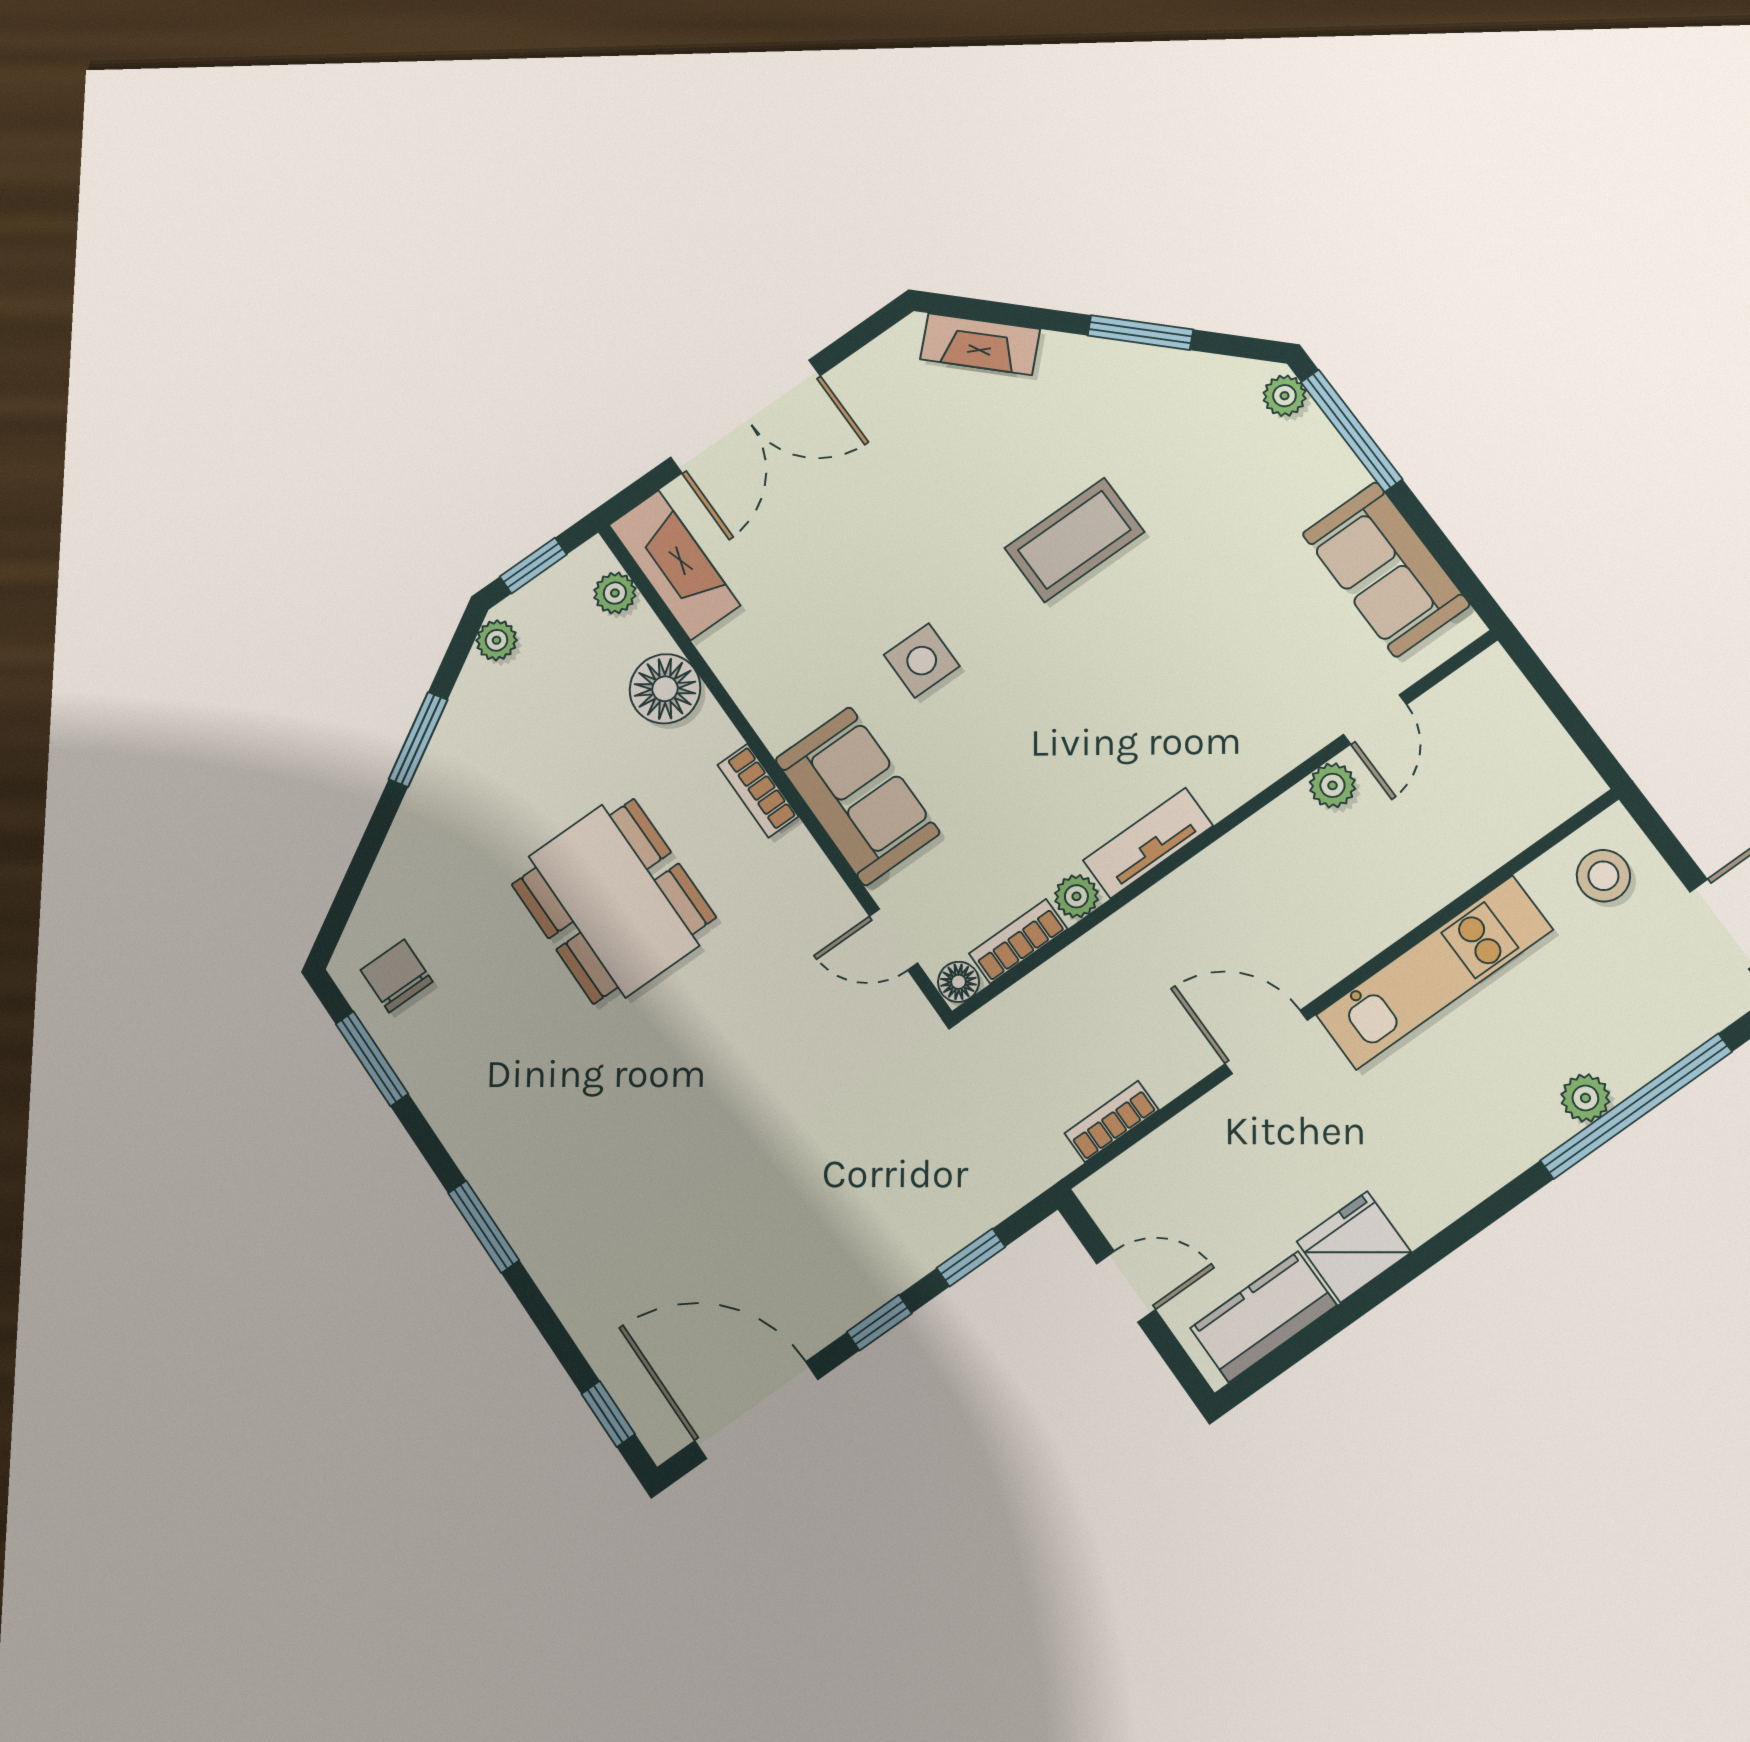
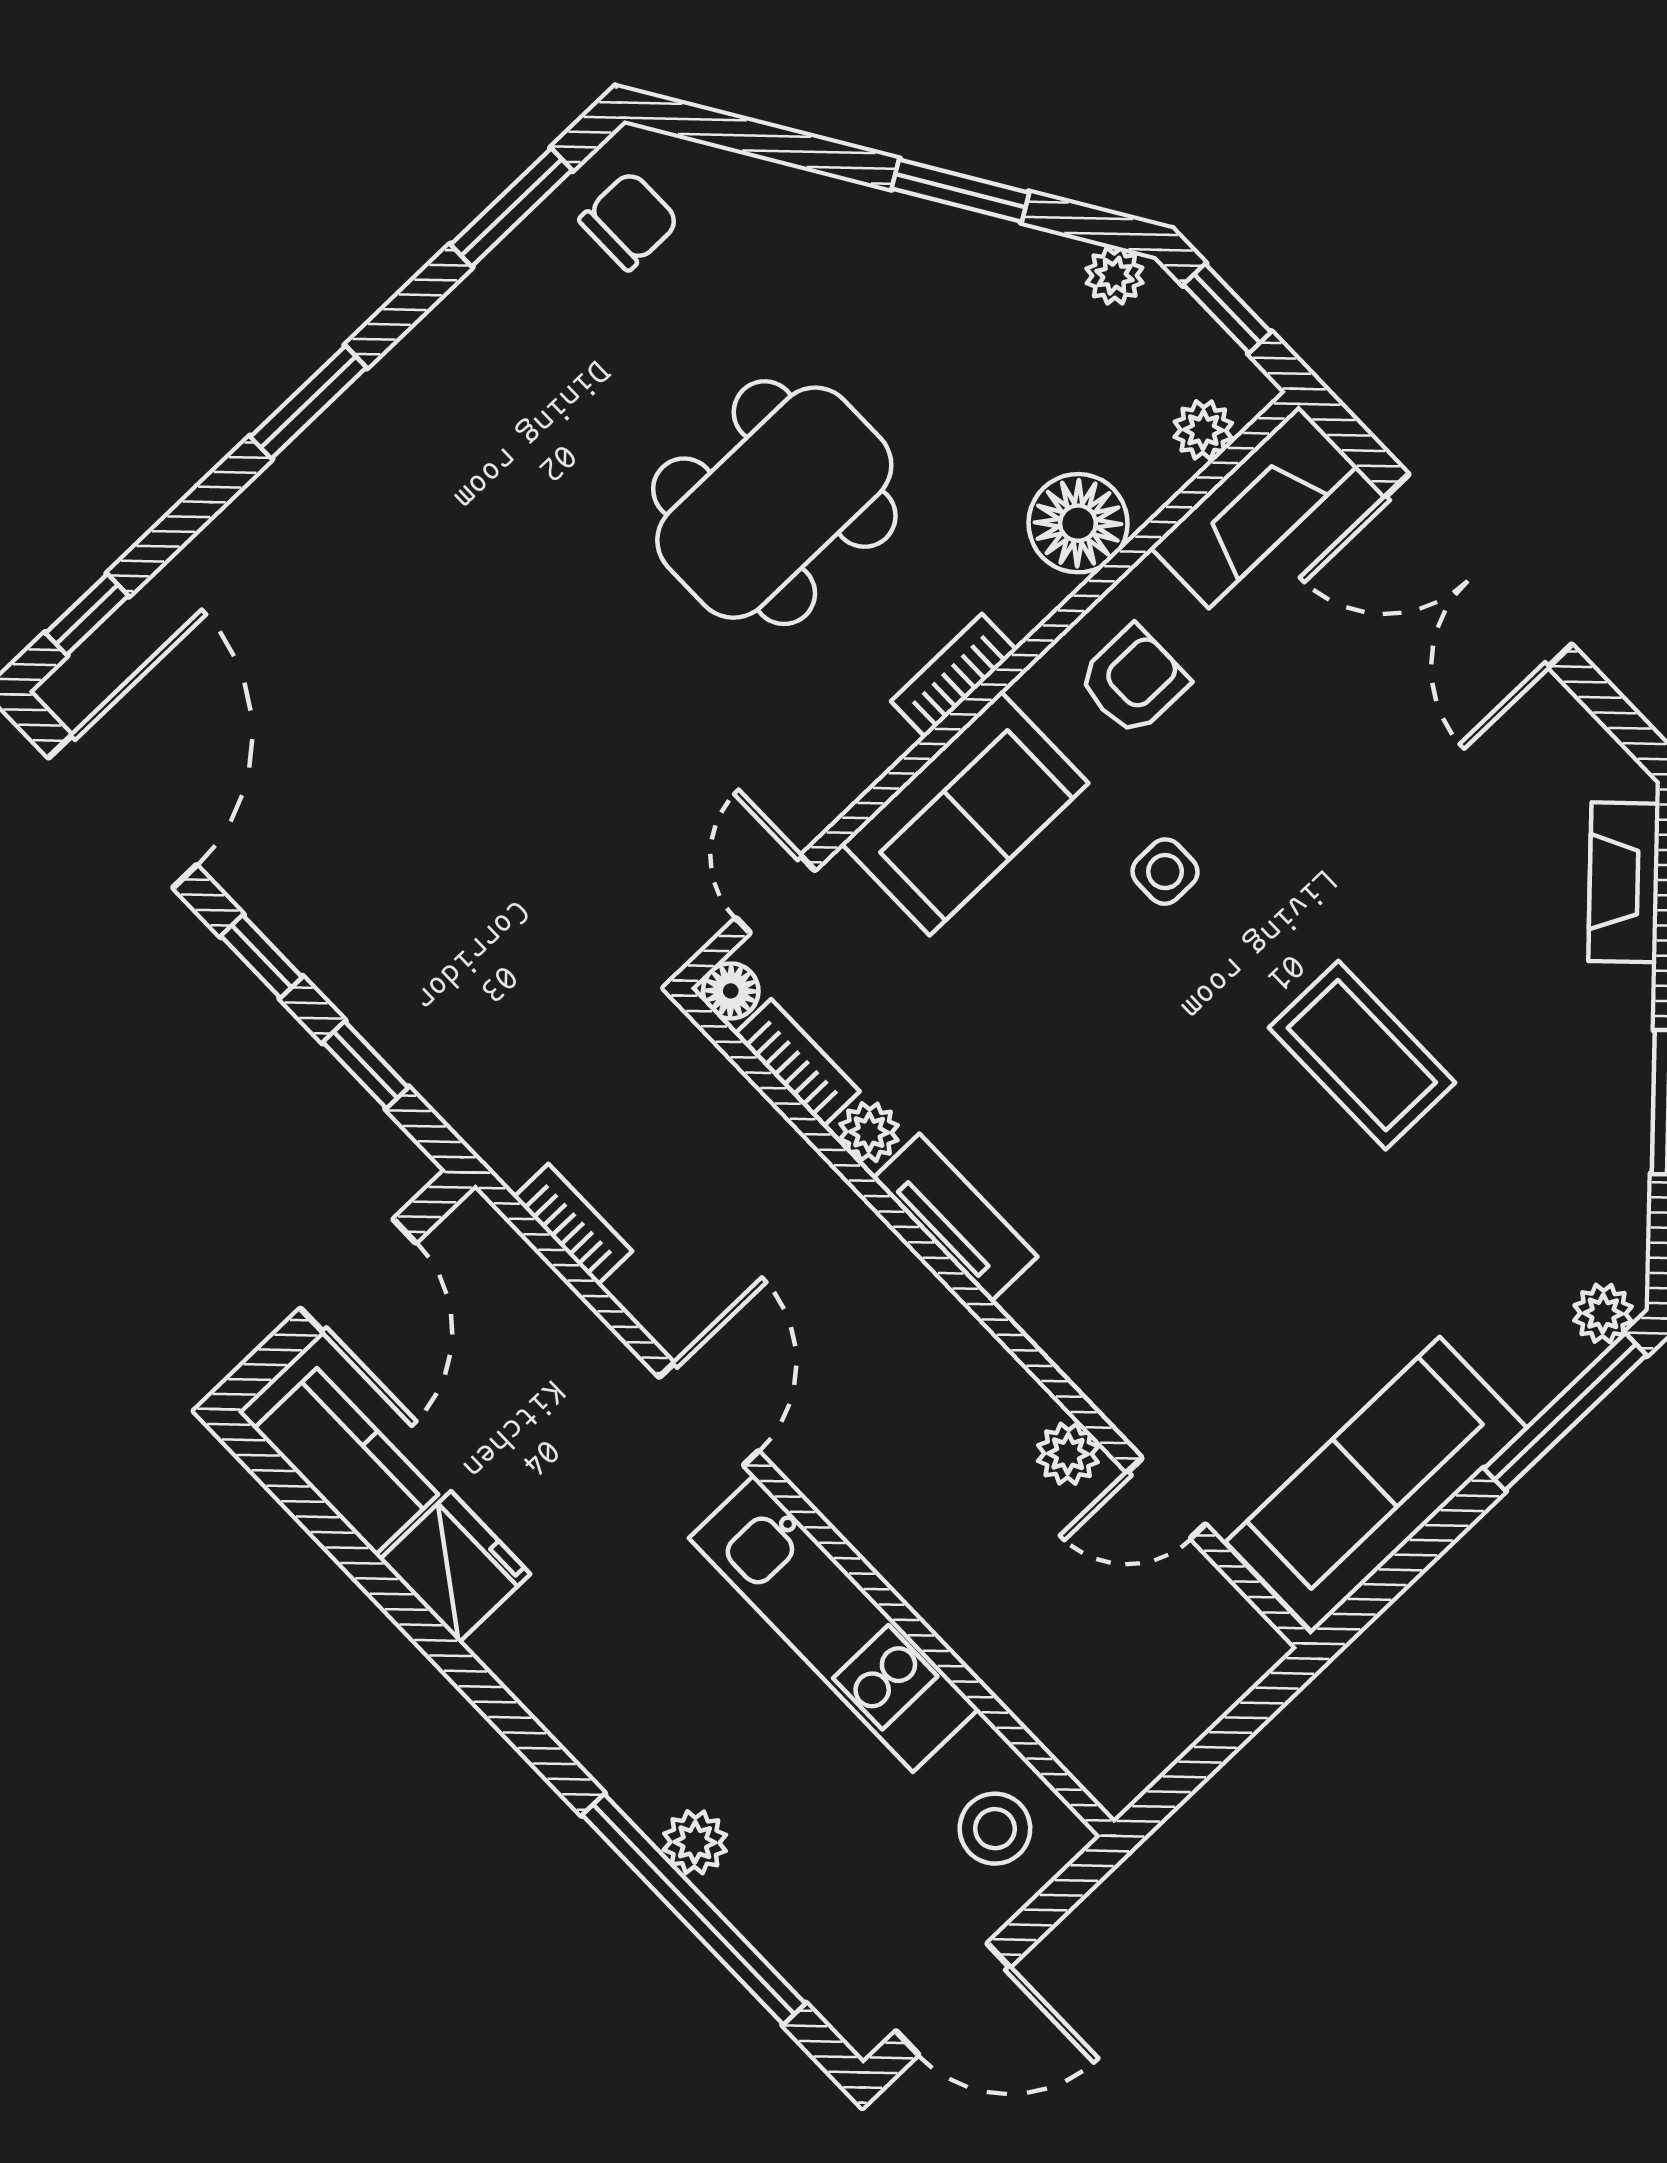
sofa: (1386, 569) -> (1376, 1485), width x1.36
side table: (922, 661) -> (1165, 872), width x0.73, depth x0.73
armchair: (782, 665) -> (1133, 681), added
door: (1126, 1287) -> (358, 1276), width x1.38

